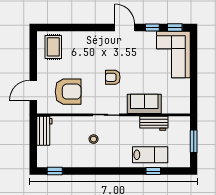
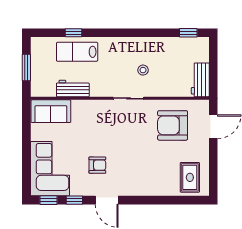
armchair: (113, 77) -> (97, 165), moved
sofa: (144, 104) -> (51, 111), moved

